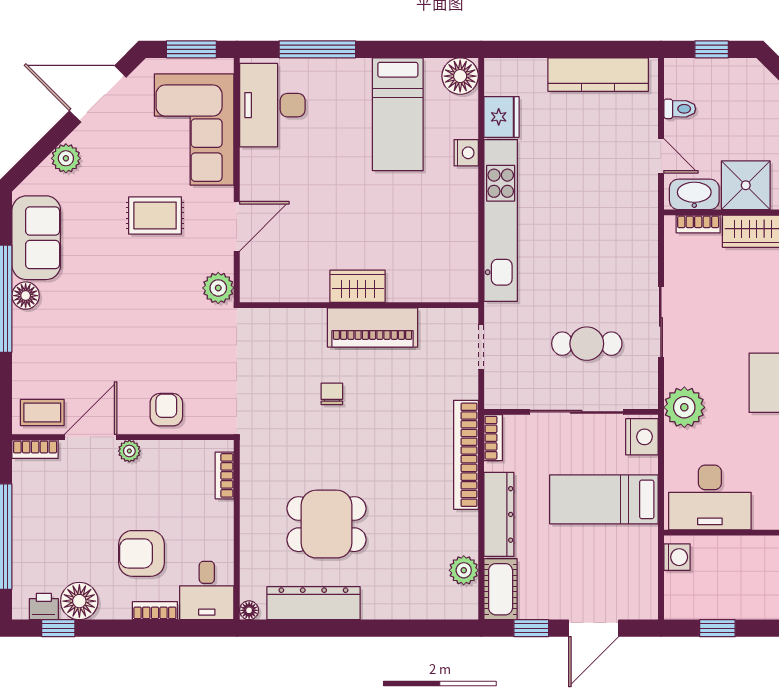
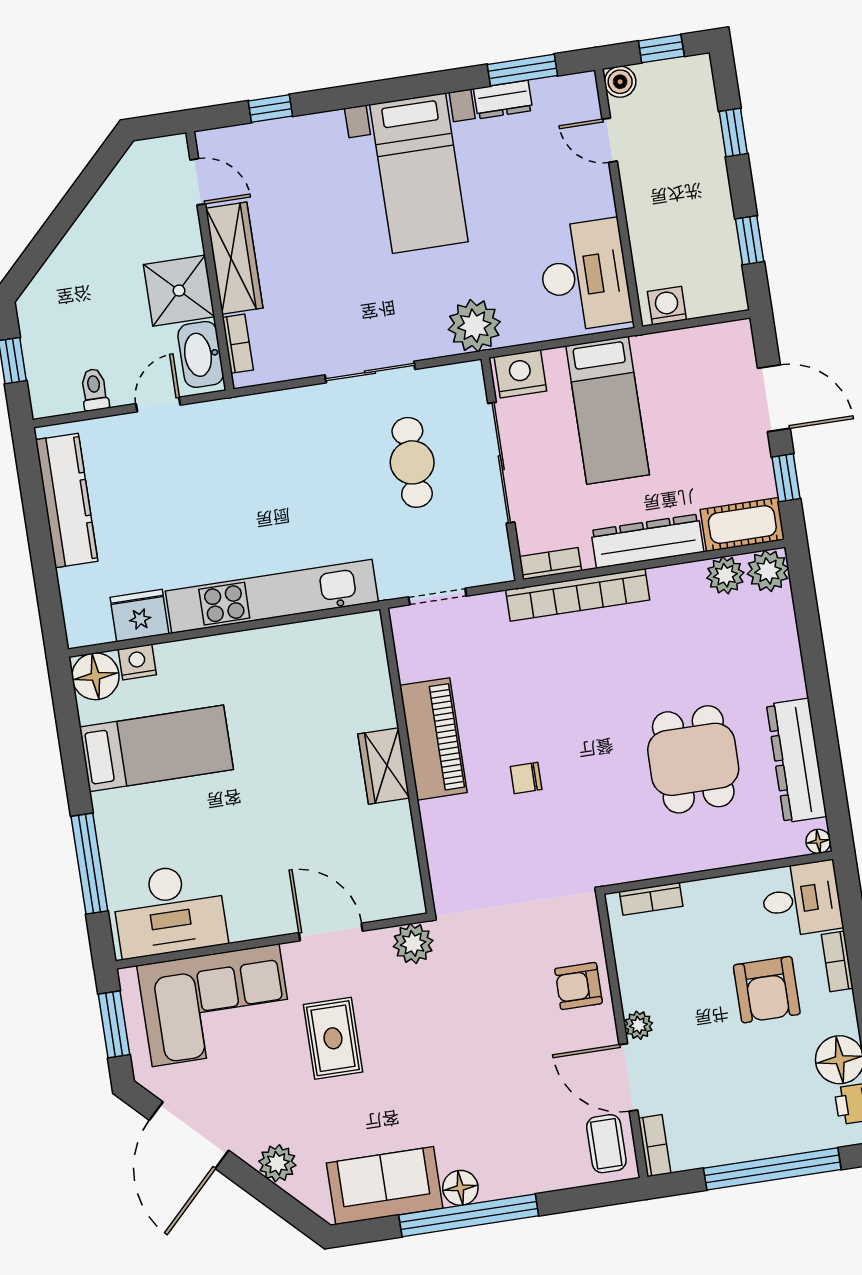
nightstand: (466, 153) -> (137, 662), moved
plant: (462, 603) -> (768, 571), added

